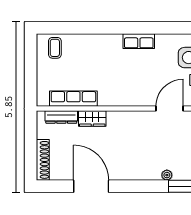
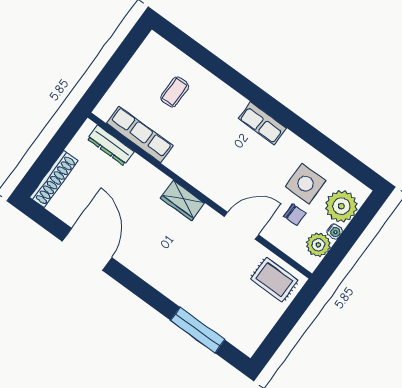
coffee table: (55, 48) -> (175, 92), moved
wardrobe: (92, 119) -> (183, 201), moved
plant: (167, 175) -> (183, 300), removed

